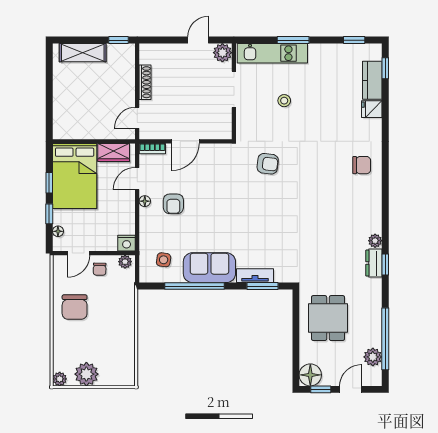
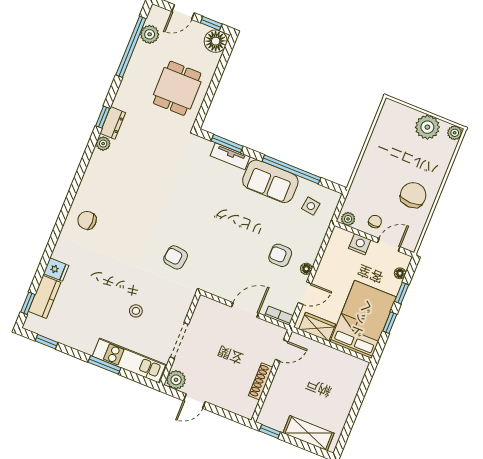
armchair: (173, 204) -> (280, 255), turned -90
nightstand: (127, 243) -> (360, 244), moved

